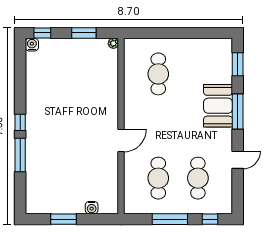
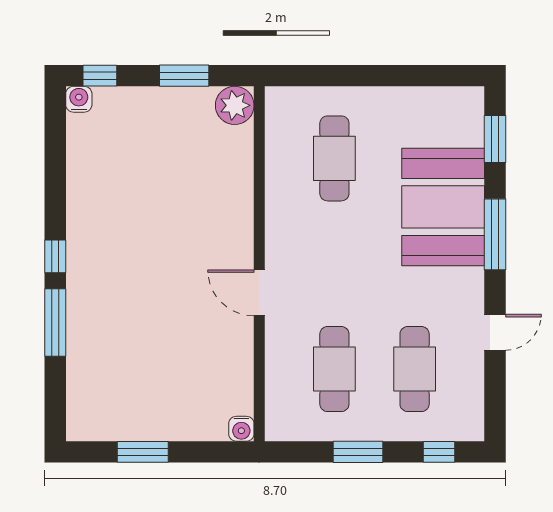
plant: (113, 43) -> (235, 105), width x1.88, depth x1.88
booth: (218, 106) -> (443, 207), width x1.36, depth x1.42
door: (121, 140) -> (259, 293), swing flipped
water cooler: (92, 208) -> (241, 429), moved
window: (170, 219) -> (358, 452), width x0.69

